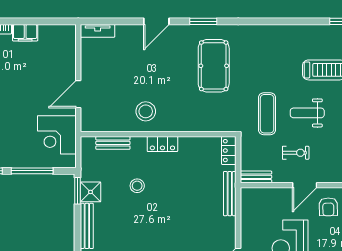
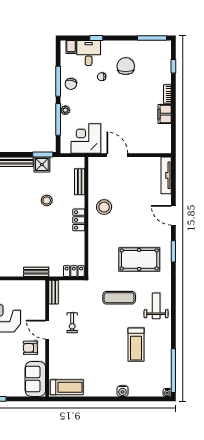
tv unit: (98, 31) -> (166, 175), width x1.41
weight bench: (307, 113) -> (156, 306), moved
exercise mat: (267, 114) -> (119, 298), moved
plant: (20, 162) -> (65, 110), added
bench: (230, 194) -> (36, 272), width x0.73

